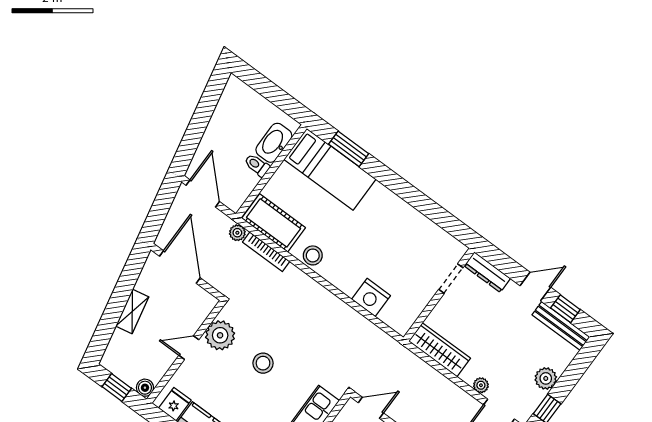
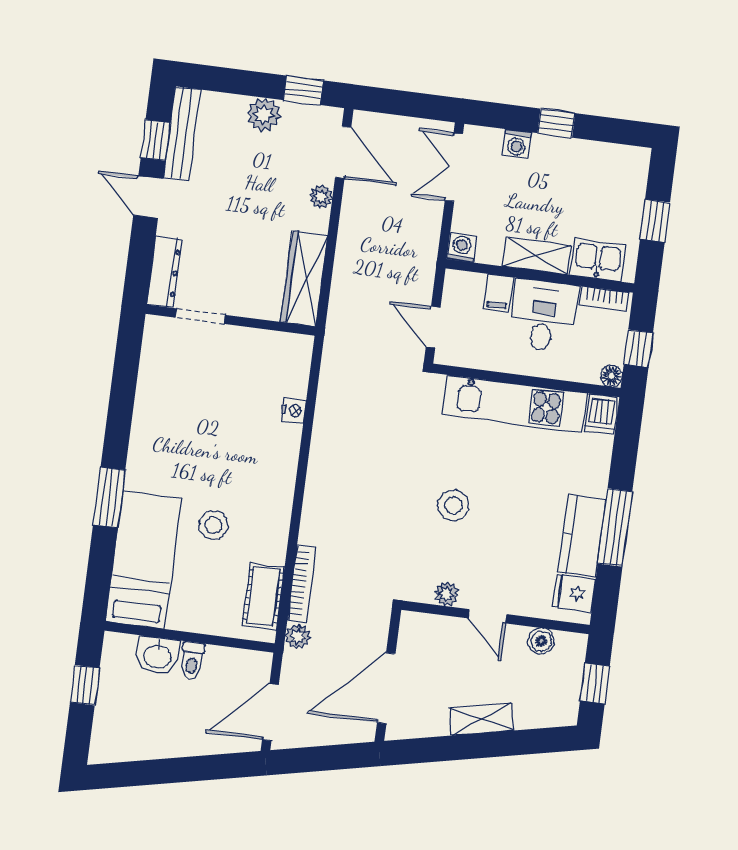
window: (277, 96) -> (85, 685), added
washbasin: (274, 143) -> (158, 656), width x0.72
window: (349, 149) -> (109, 497), moved
cot: (274, 223) -> (263, 596), width x0.73, depth x0.75
stool: (313, 255) -> (213, 525), moved
nightstand: (371, 297) -> (294, 410), width x0.53, depth x0.56
plant: (220, 335) -> (447, 594), width x0.53, depth x0.53
boiler: (145, 388) -> (541, 641), moved

